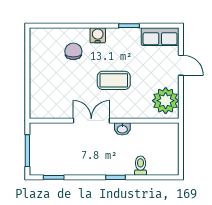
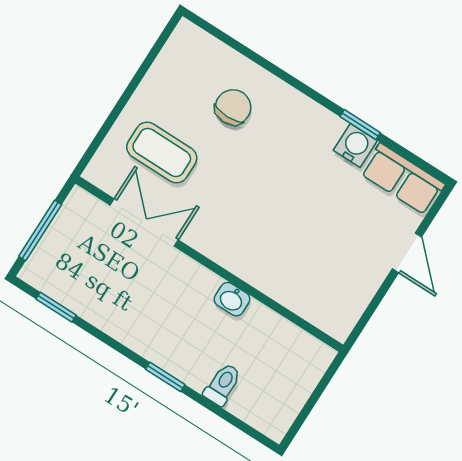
water cooler: (98, 35) -> (355, 145), moved
coffee table: (114, 80) -> (162, 153), moved
plant: (166, 101) -> (340, 298), removed
double door: (91, 121) -> (144, 222), moved

